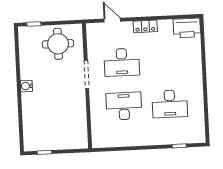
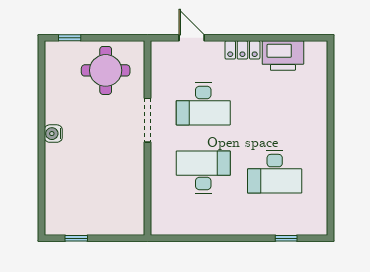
printer: (187, 28) -> (283, 56), moved

